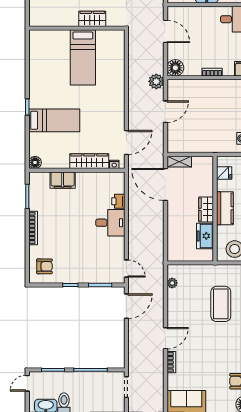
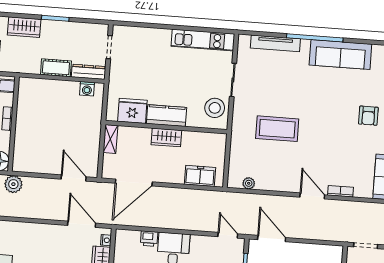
door: (165, 112) -> (74, 178), moved
shelving: (179, 162) -> (110, 139), moved
fridge: (224, 173) -> (132, 111), width x1.88, depth x1.34
freezer: (205, 236) -> (200, 176), moved, turned 180
door: (126, 269) -> (228, 235), hinge flipped

